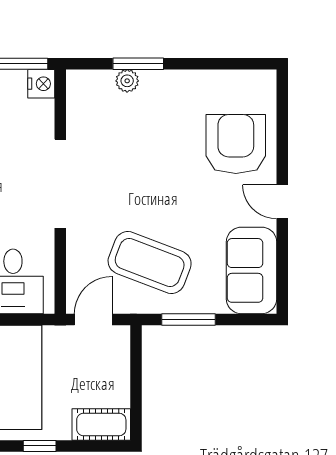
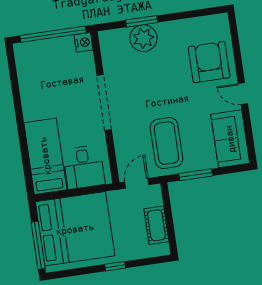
plant: (127, 81) -> (143, 38), width x1.88, depth x1.88
coffee table: (150, 263) -> (166, 143), turned 69
cot: (101, 424) -> (156, 225), moved, turned 90

